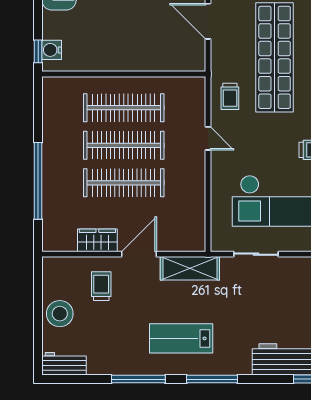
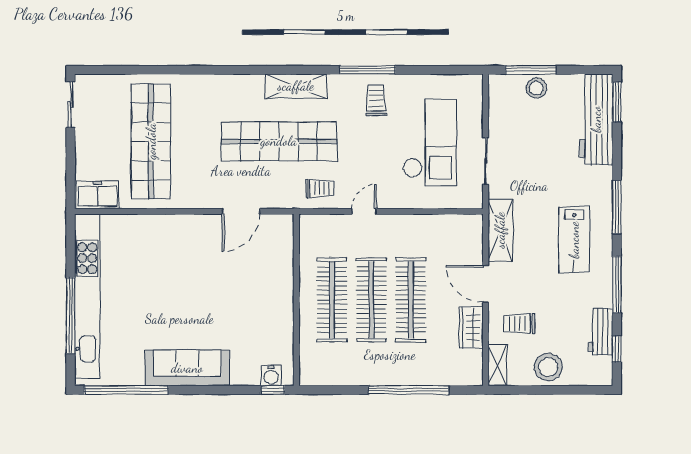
shelving: (62, 265) -> (497, 365), added
workbench: (64, 364) -> (601, 332), moved
window: (77, 379) -> (617, 349), added

